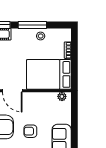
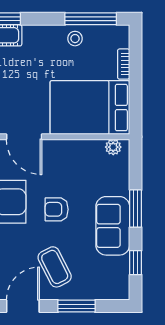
window: (32, 25) -> (91, 19), moved
window: (74, 131) -> (136, 209), added

